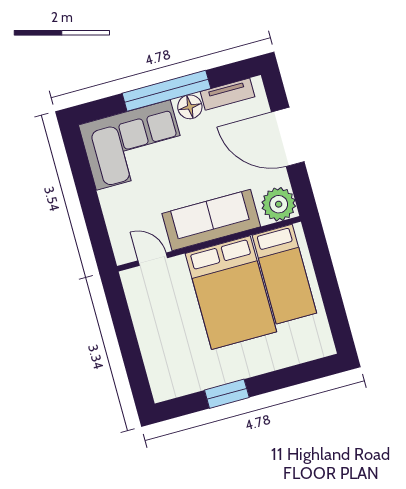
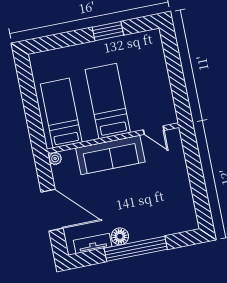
corner sofa: (133, 145) -> (162, 212), removed
plant: (279, 204) -> (55, 158), width x0.53, depth x0.53
bed: (231, 293) -> (108, 101), width x0.67

